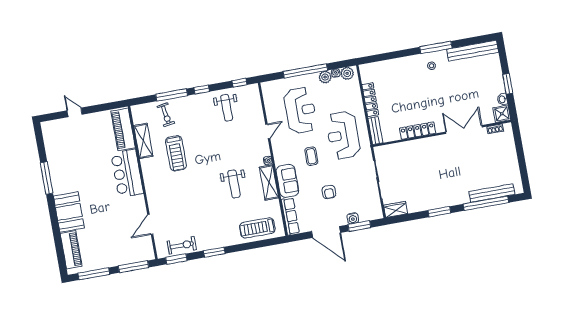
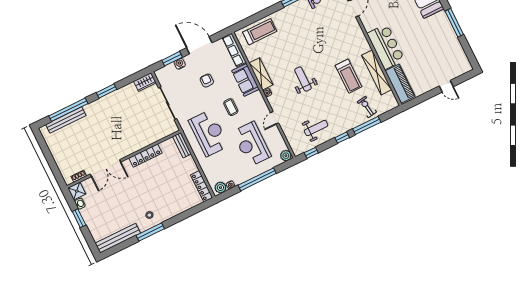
plant: (325, 77) -> (286, 156), moved
locker: (370, 100) -> (202, 186), moved
weight bench: (227, 108) -> (316, 128), turned 90
shelving: (143, 141) -> (377, 72), width x1.47
treadmill: (176, 153) -> (348, 76), turned 180
weight bench: (234, 184) -> (303, 79), moved

